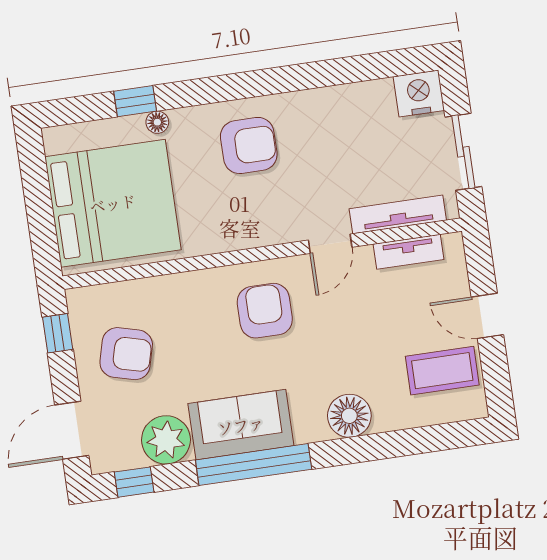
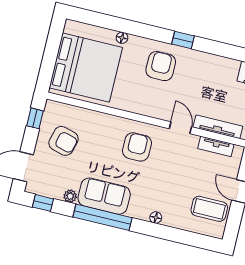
window: (135, 101) -> (183, 40), moved
armchair: (249, 145) -> (161, 66), turned -90
door: (330, 244) -> (180, 128), swing flipped
floor lamp: (349, 416) -> (156, 218), width x0.53, depth x0.53
plant: (166, 440) -> (70, 196), width x0.53, depth x0.53

